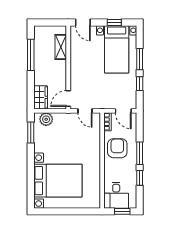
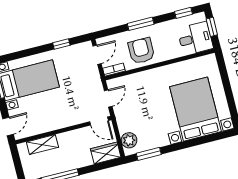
window: (140, 59) -> (33, 51), removed
armchair: (117, 148) -> (141, 51), turned 90
window: (140, 178) -> (183, 13), moved

